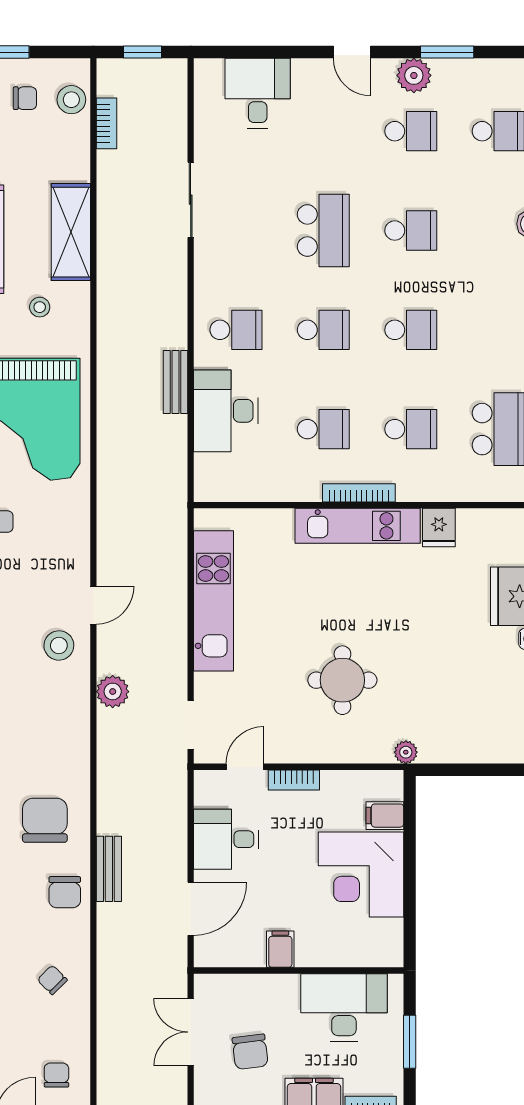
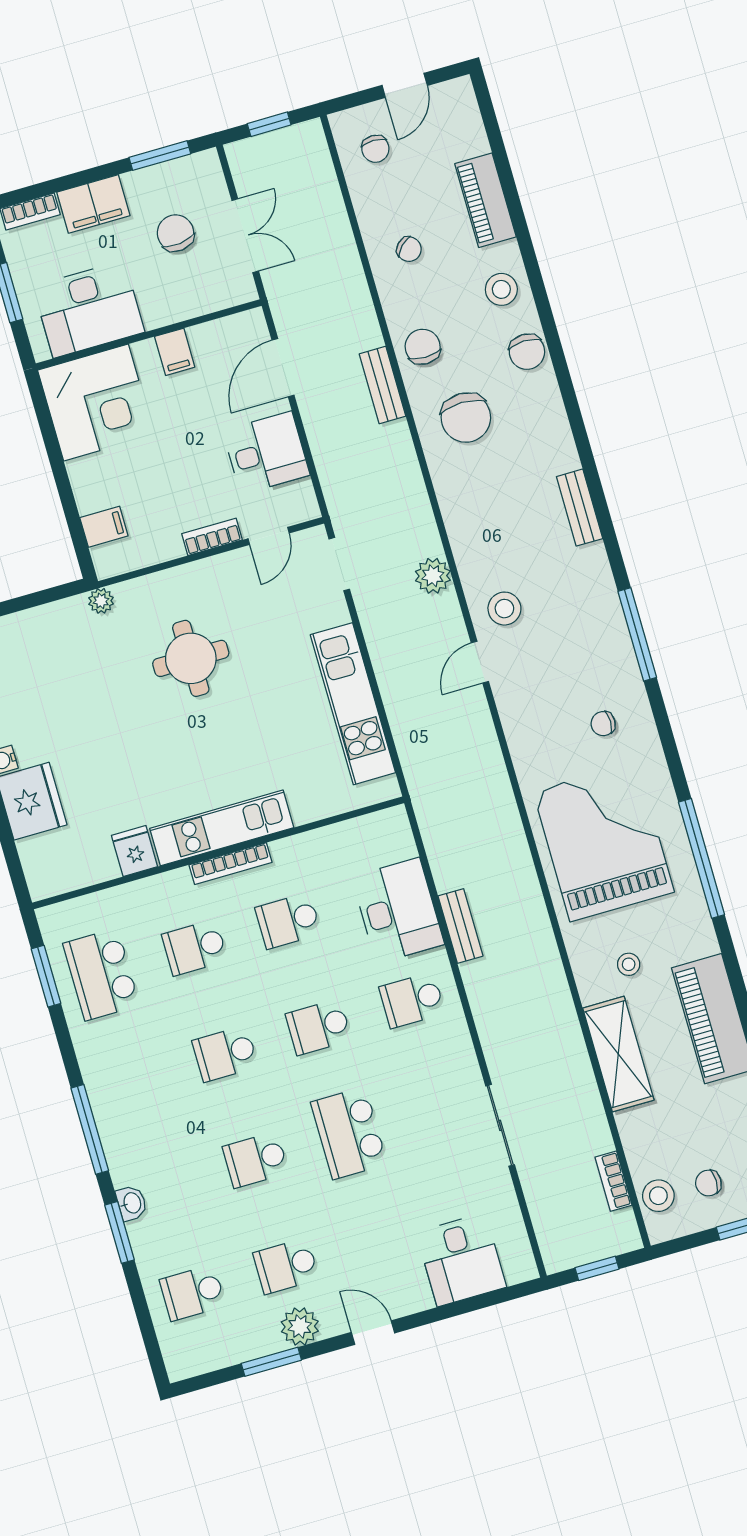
corner desk: (361, 874) -> (96, 403), moved, turned 90

